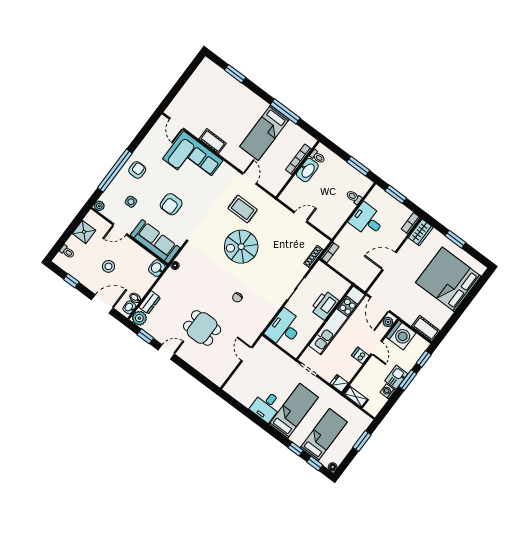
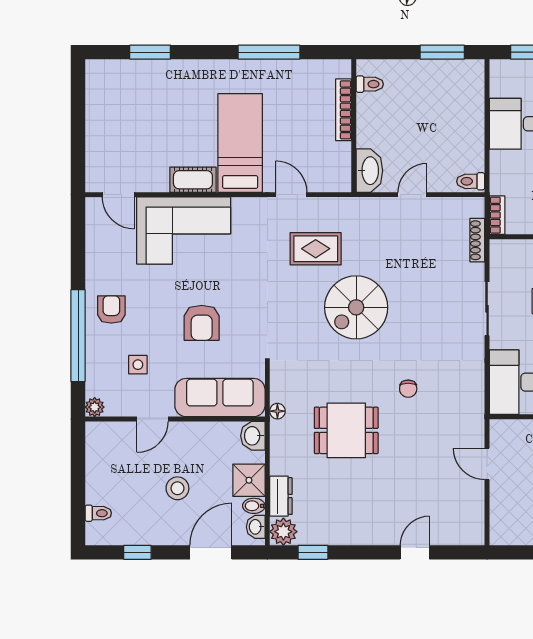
bed: (264, 133) -> (240, 143), moved, turned 180
washbasin: (307, 170) -> (369, 171), moved
toilet: (354, 197) -> (471, 181), moved
shower: (84, 232) -> (249, 480), moved
dining table: (202, 328) -> (346, 430), moved
door: (166, 352) -> (415, 552), moved

